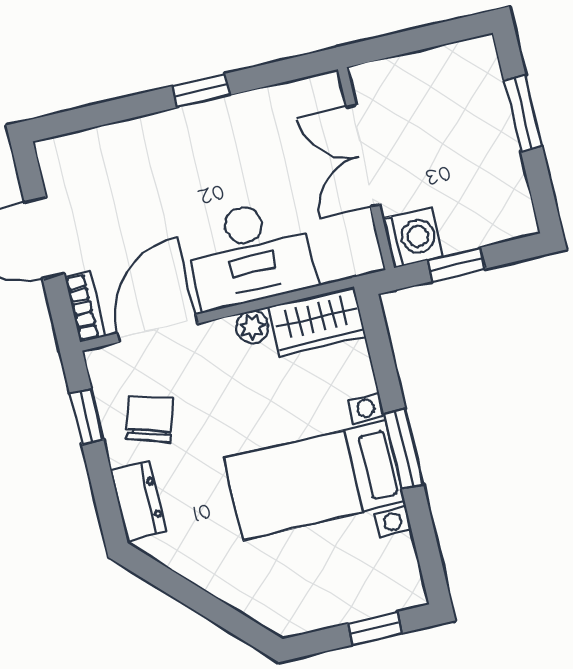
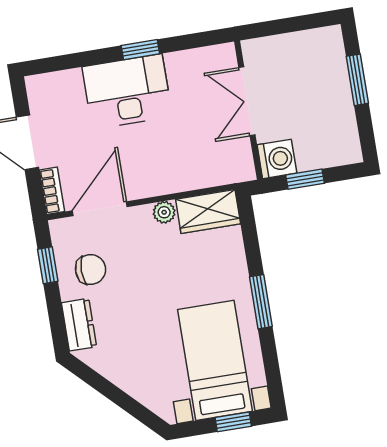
desk: (250, 254) -> (127, 92), moved, turned 180
chair: (150, 419) -> (91, 270), turned 73
bed with nightstands: (315, 480) -> (215, 360), moved, turned 90

